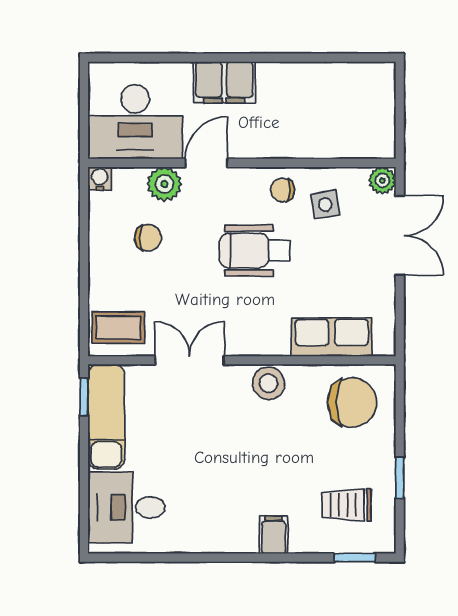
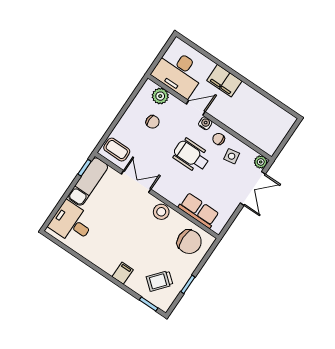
water cooler: (100, 179) -> (205, 123), moved
plant: (164, 184) -> (160, 96), moved
trolley: (347, 505) -> (160, 281), turned -50

